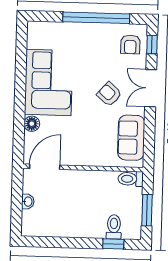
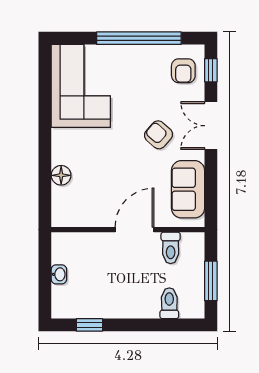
corner sofa: (49, 83) -> (81, 86), moved
door: (45, 167) -> (135, 230), moved
toilet: (131, 179) -> (171, 248), moved, turned -90
window: (113, 244) -> (89, 325), moved

